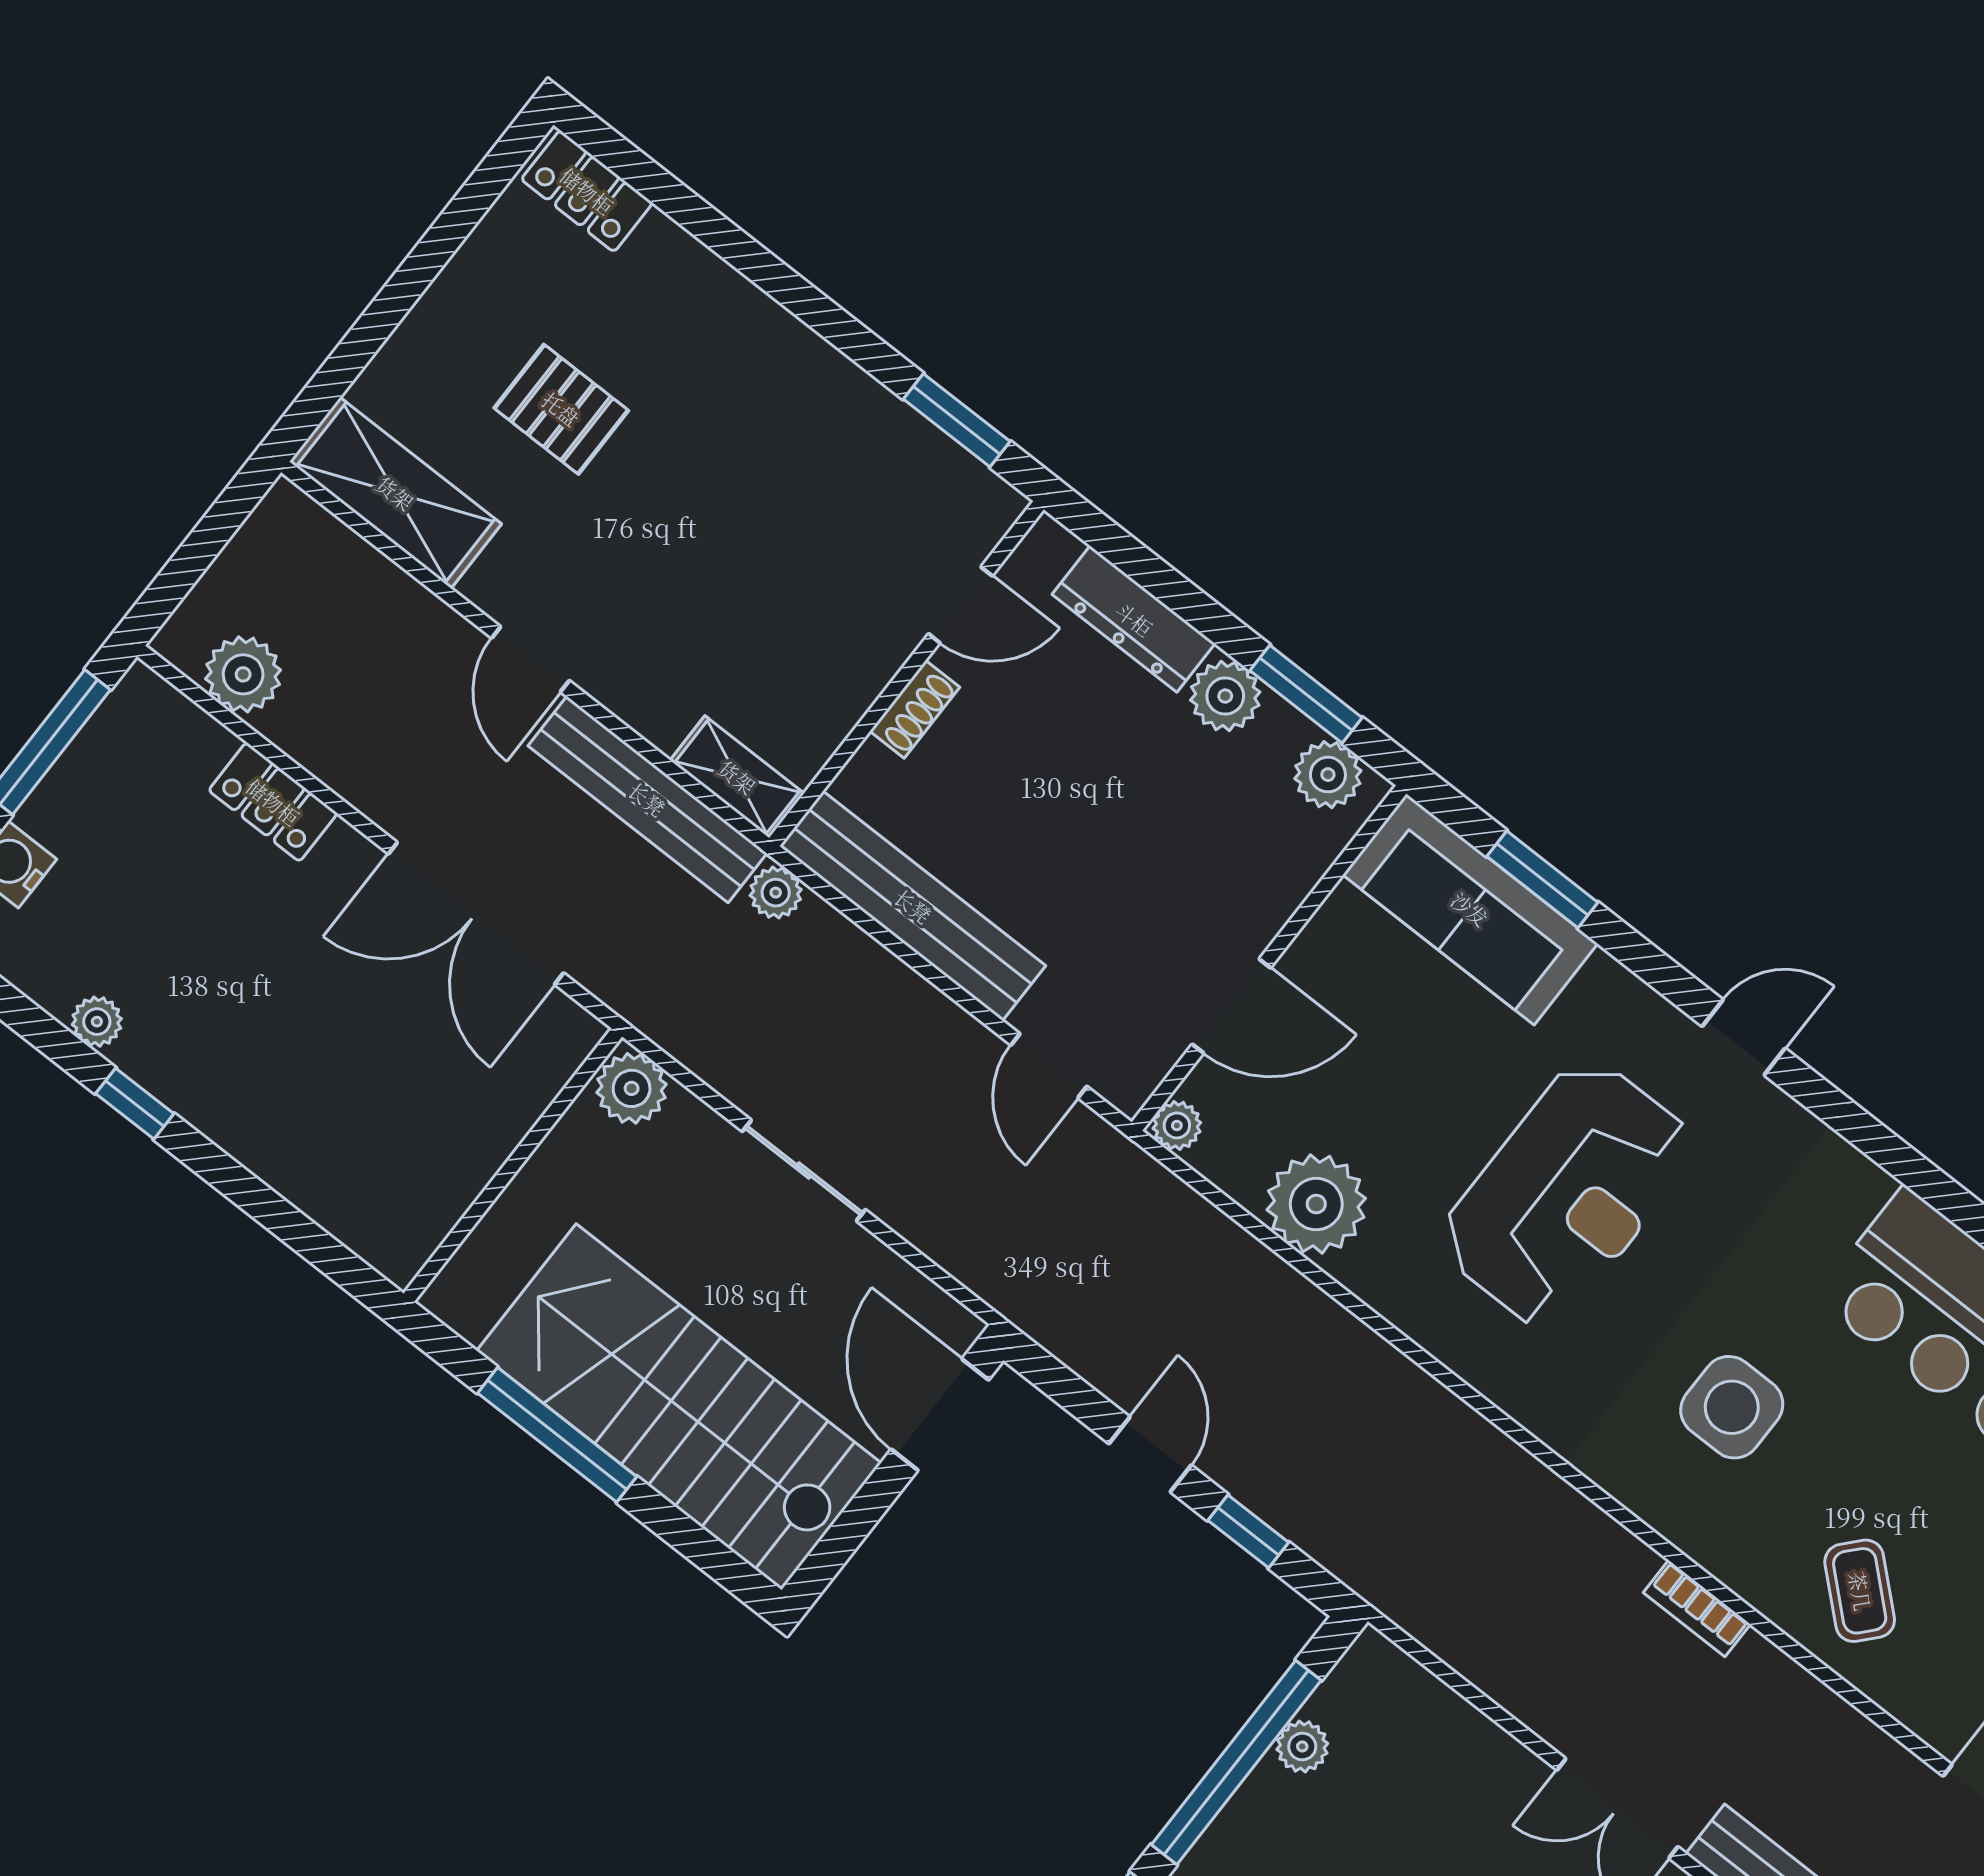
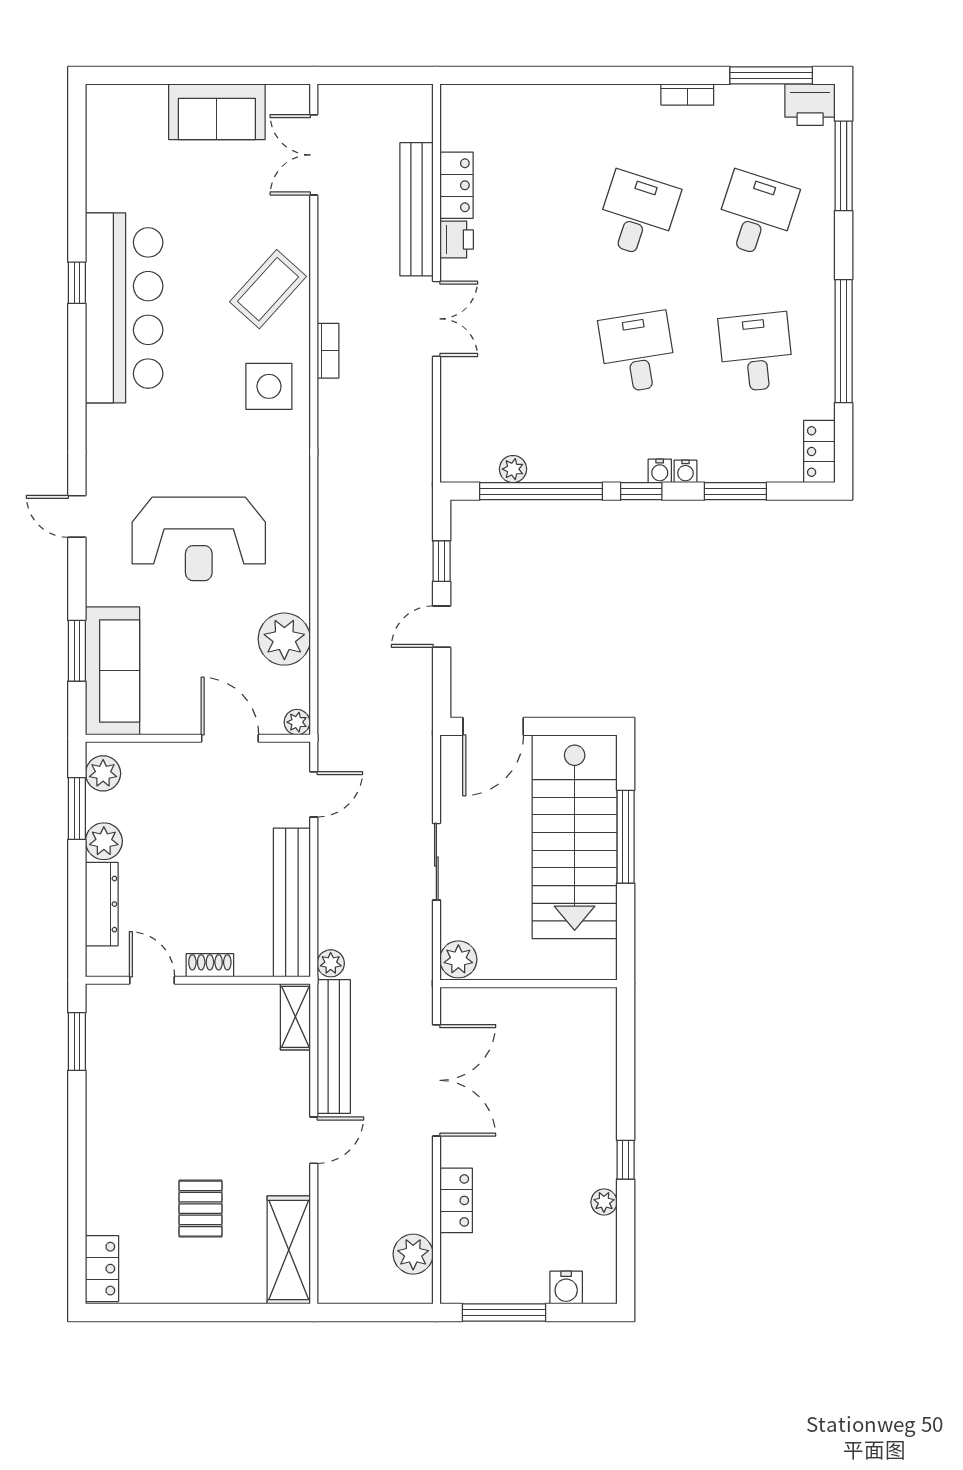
reception desk: (1567, 1194) -> (199, 539), turned 180
side table: (1732, 1407) -> (269, 386), moved
window: (557, 1435) -> (626, 837), moved
coffee table: (1860, 1591) -> (268, 289), width x1.36, depth x1.30

